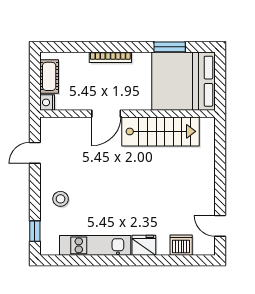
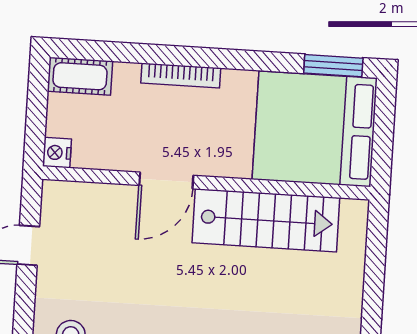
window: (170, 47) -> (333, 66), moved
cot: (49, 76) -> (80, 76), moved, turned 90

